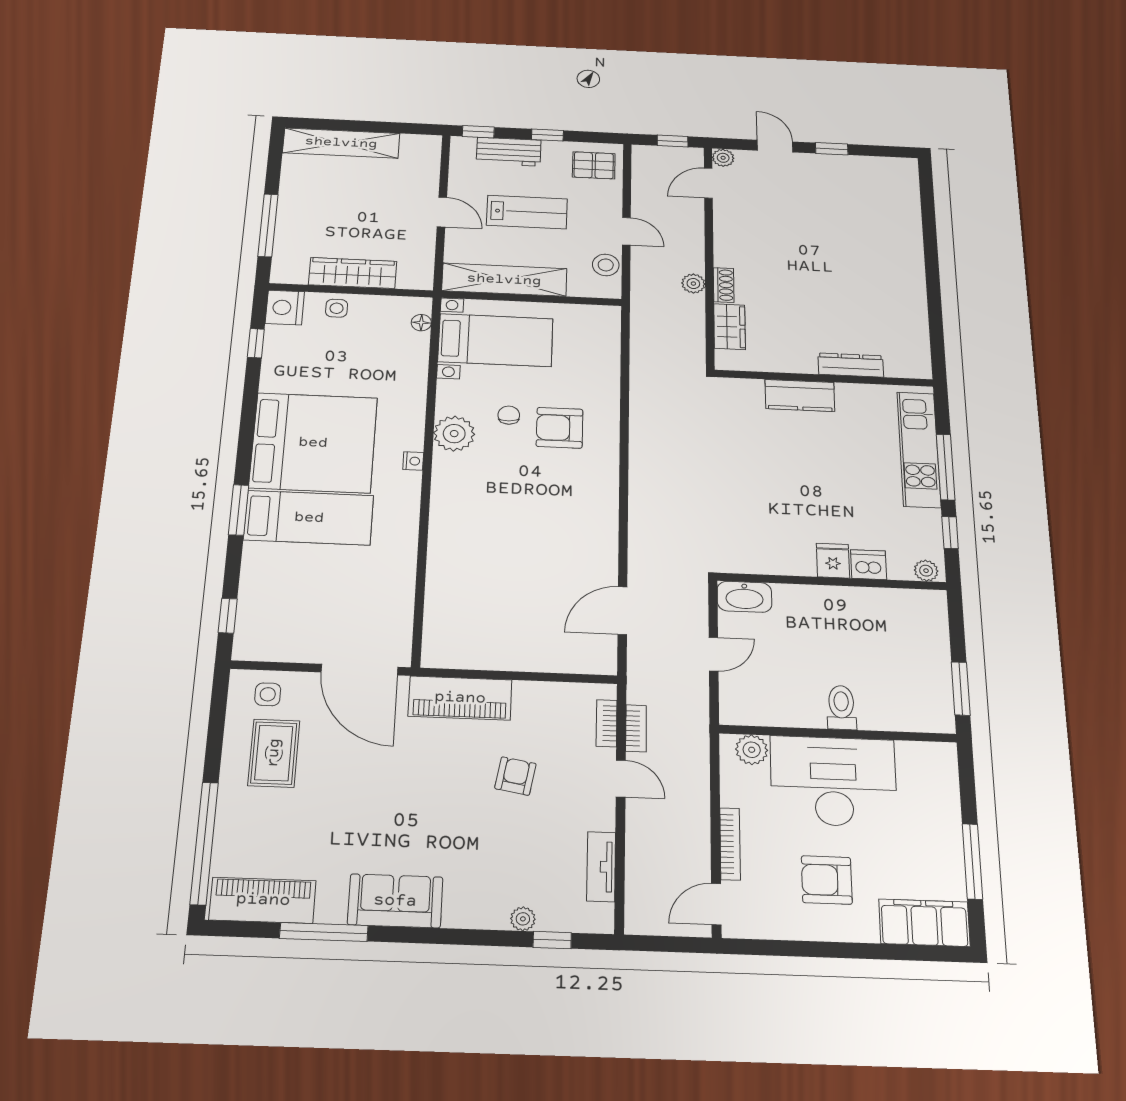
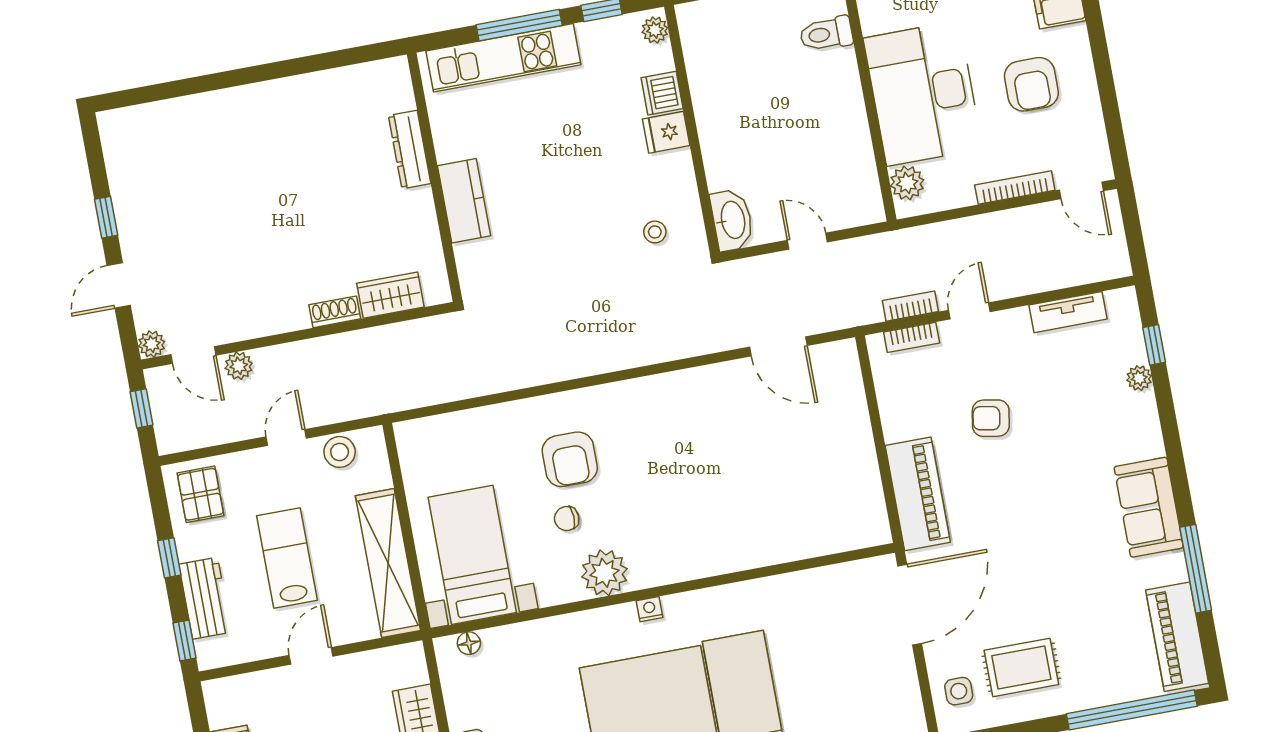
plant: (693, 284) -> (239, 366), moved
stool: (745, 534) -> (655, 232), added
toilet: (841, 707) -> (826, 34), moved

